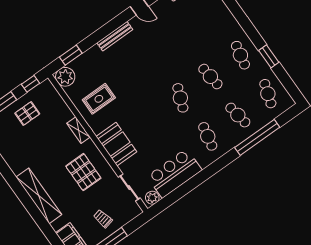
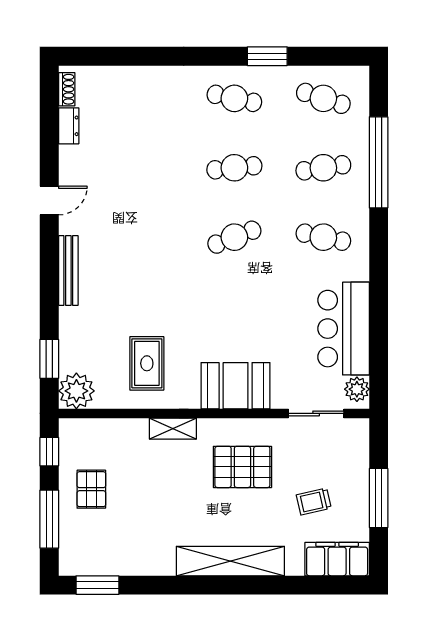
cafe table: (180, 98) -> (234, 237), turned -42
trolley: (103, 219) -> (314, 502), moved

